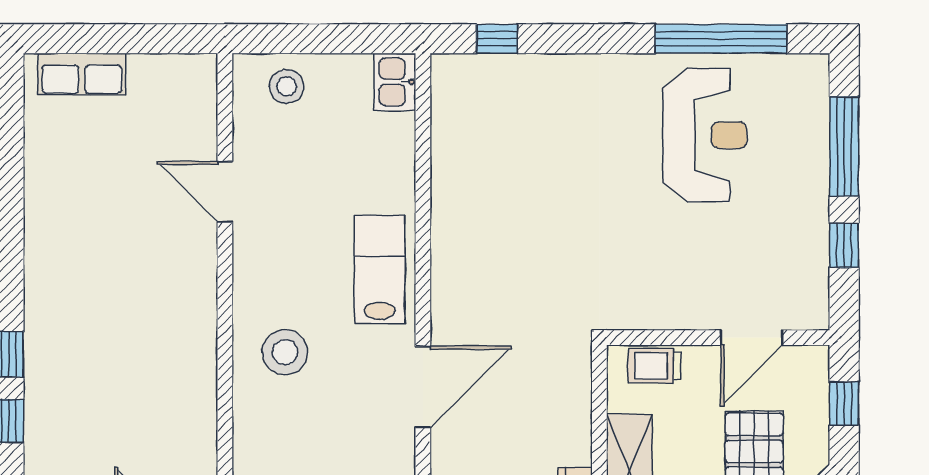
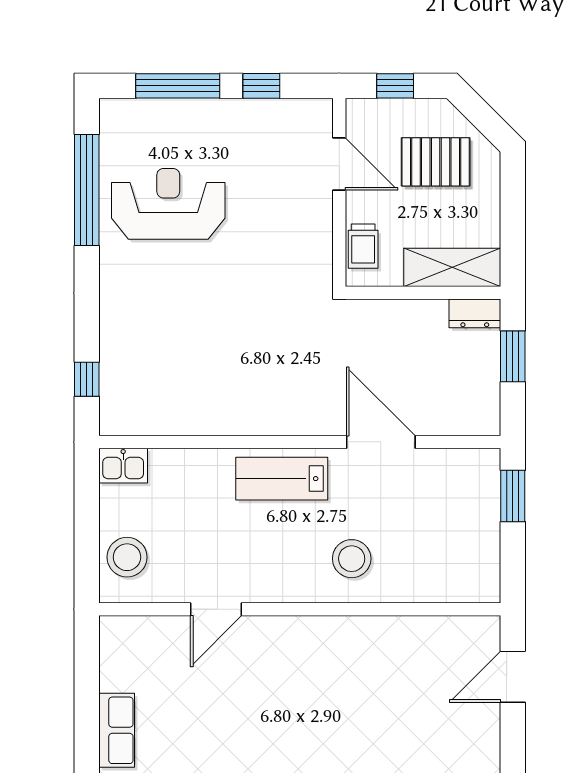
stool: (287, 86) -> (127, 557), width x1.38, depth x1.38

